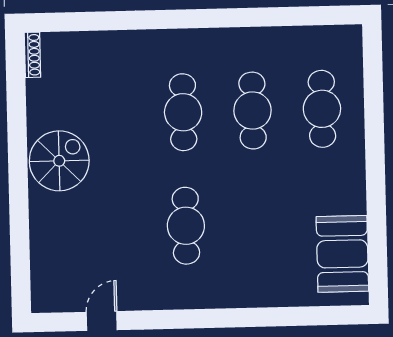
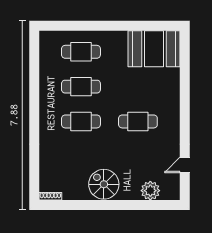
plant: (49, 254) -> (150, 191), added
booth: (342, 254) -> (154, 49), width x1.36, depth x1.42
door: (102, 321) -> (185, 165), hinge flipped

